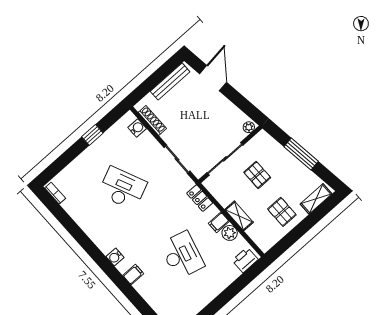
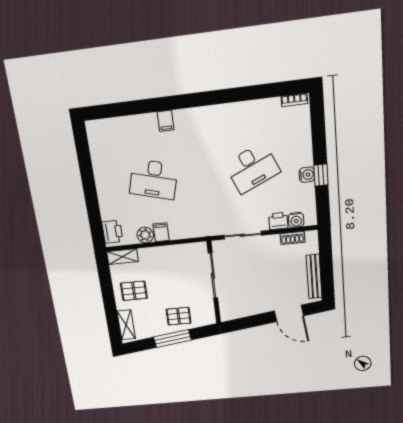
shoe rack: (152, 120) -> (293, 238), width x0.70
plant: (249, 127) -> (225, 313), removed
printer: (147, 141) -> (278, 221), added
pallet: (257, 175) -> (179, 316), moved
locker: (200, 198) -> (194, 231), removed
shelving: (239, 216) -> (123, 257), moved
water cooler: (115, 257) -> (307, 175), moved, turned 90

